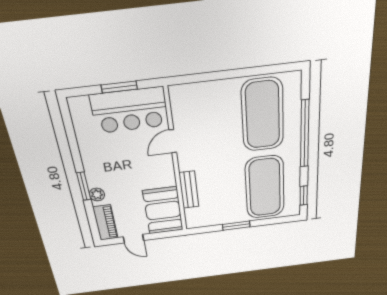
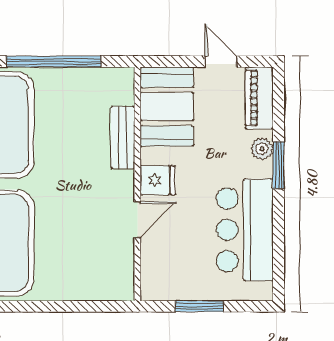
bar counter: (130, 110) -> (245, 230), moved, turned -90
fridge: (163, 167) -> (158, 180), added
window: (236, 226) -> (54, 61), width x2.11

